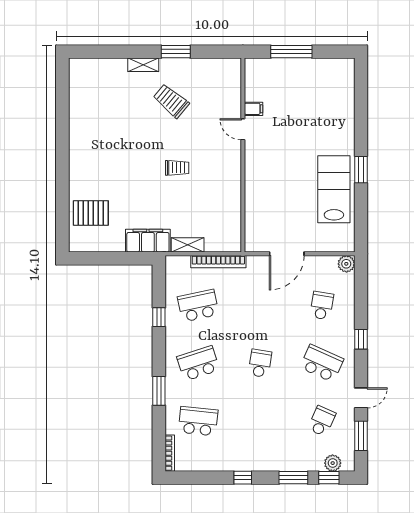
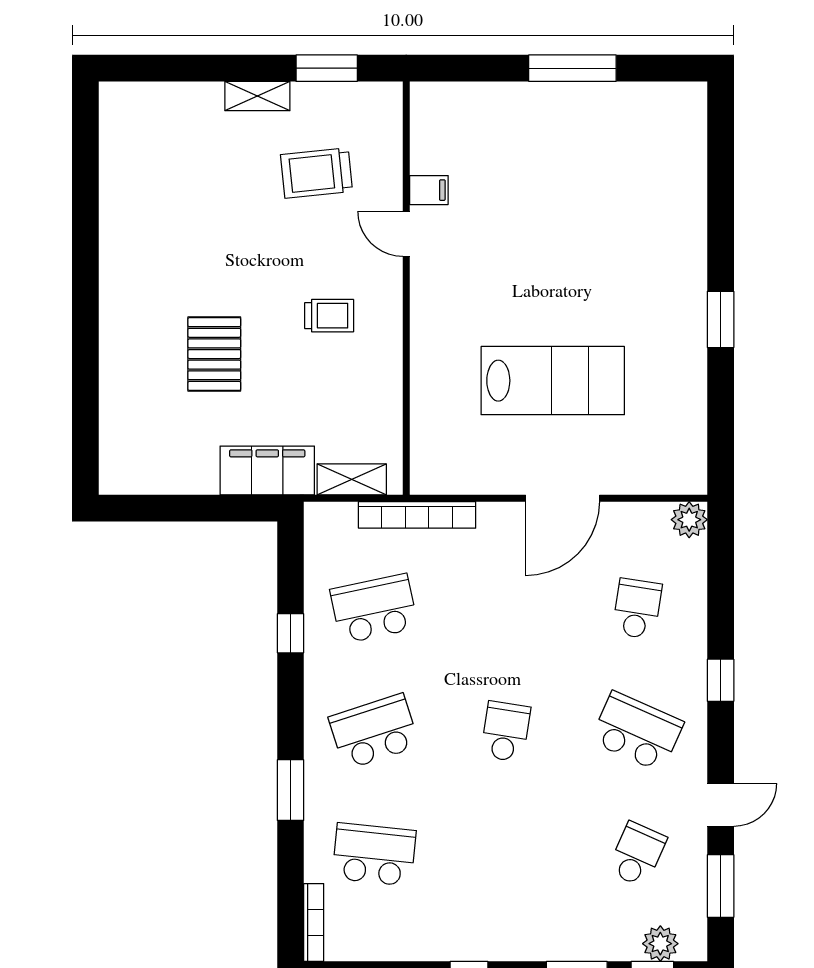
trolley: (171, 101) -> (316, 173), turned -46
filing cabinet: (253, 109) -> (429, 190), moved
door: (243, 129) -> (406, 234), moved
wall: (243, 155) -> (406, 288), moved
lab bench: (334, 189) -> (553, 381), moved, turned 90
pallet: (91, 213) -> (214, 354), moved, turned 90

